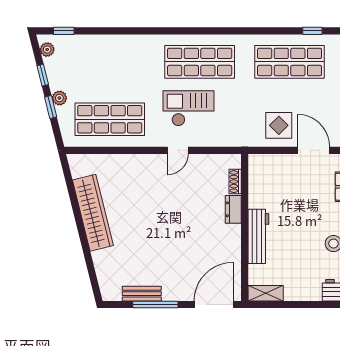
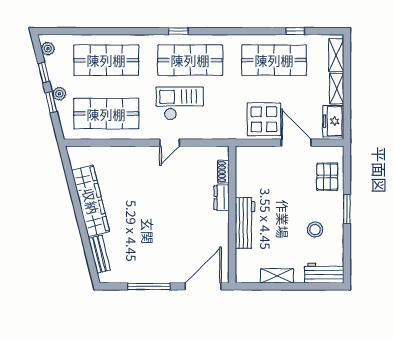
window: (64, 31) -> (178, 31), moved
shop shelf: (110, 62) -> (106, 60), added
display table: (279, 125) -> (264, 119), width x1.36, depth x1.36
shelving: (266, 293) -> (277, 276), moved
bench: (142, 294) -> (99, 254), moved, turned 76

